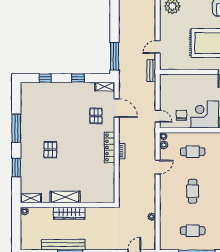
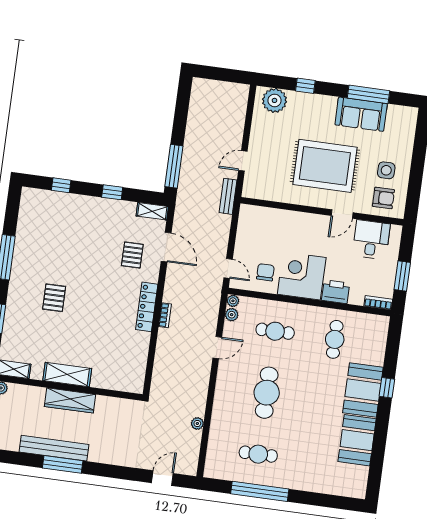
cafe table: (193, 191) -> (267, 393), width x1.37, depth x1.35

